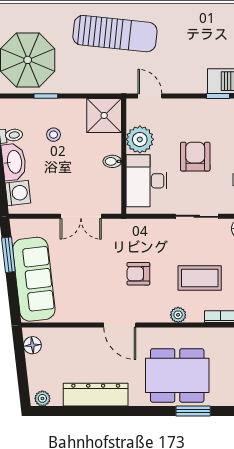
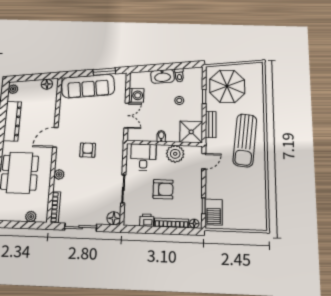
bench: (91, 86) -> (211, 125), added
desk: (147, 181) -> (143, 157), width x0.73
washing machine: (18, 193) -> (136, 95), moved, turned -83
double door: (81, 216) -> (126, 115), swing flipped
coffee table: (200, 278) -> (82, 189), removed

